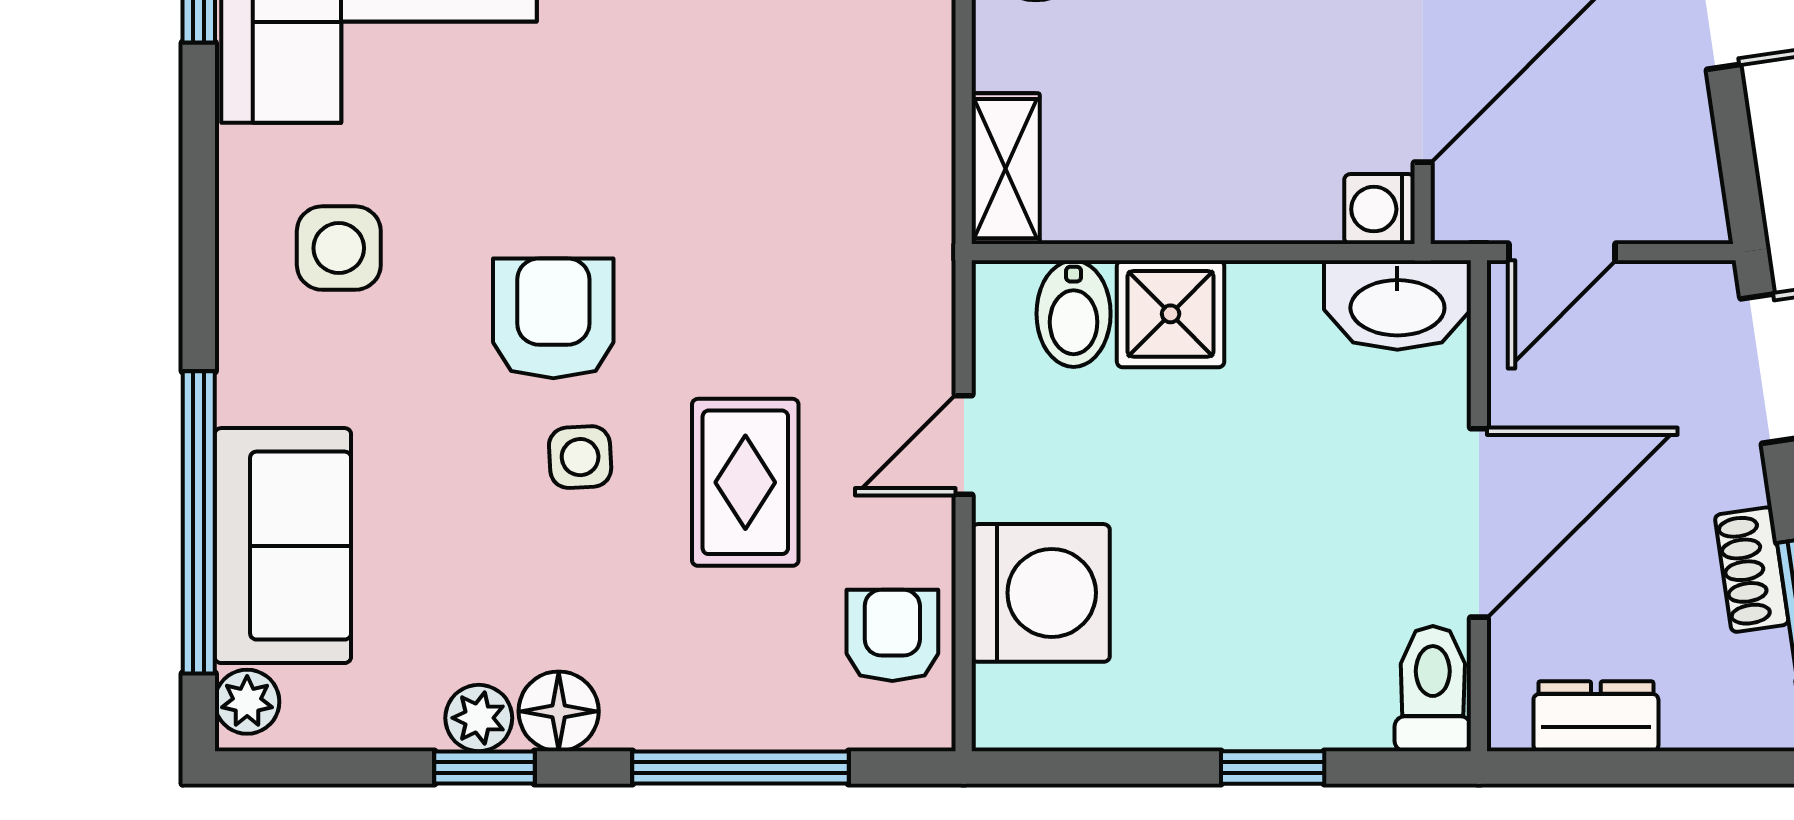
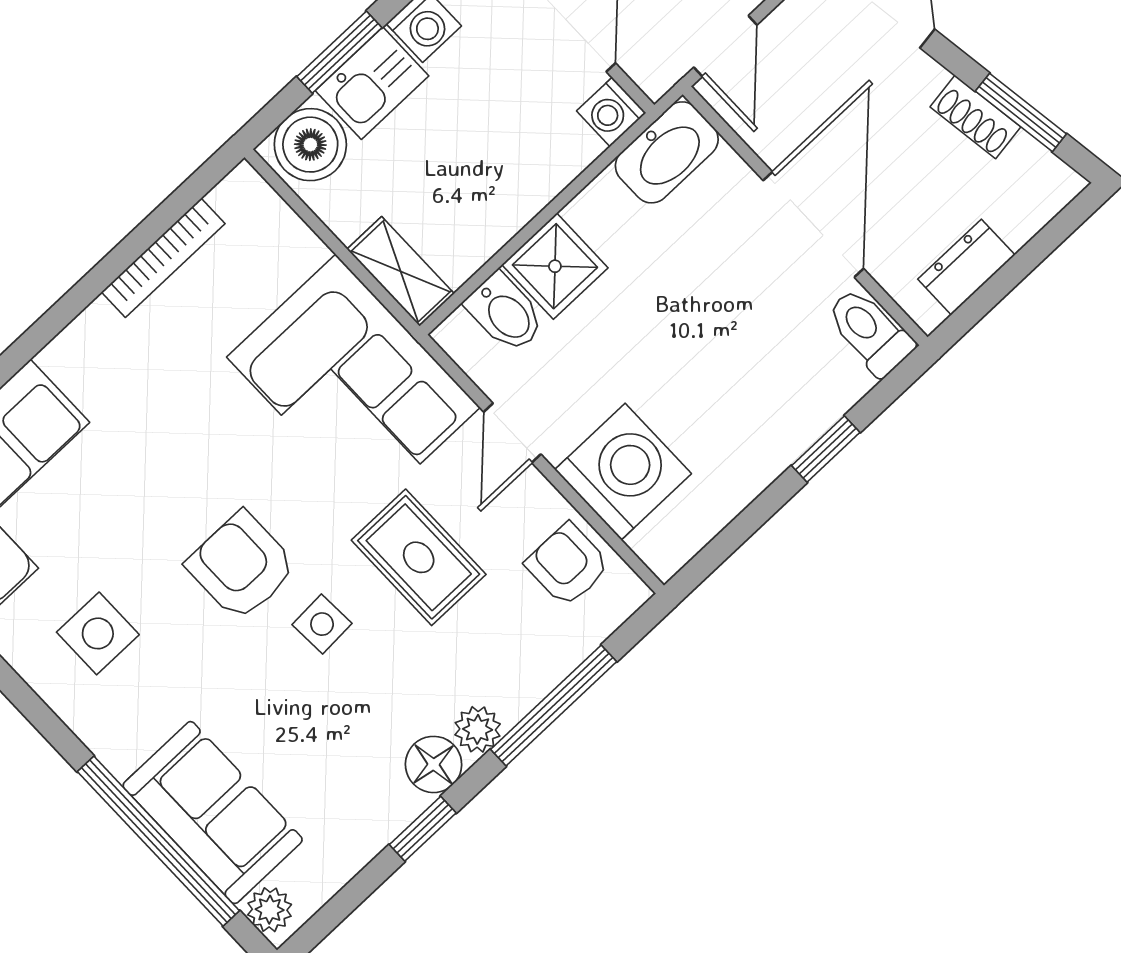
corner sofa: (849, 237) -> (353, 382), added
plant: (479, 718) -> (478, 729), moved

